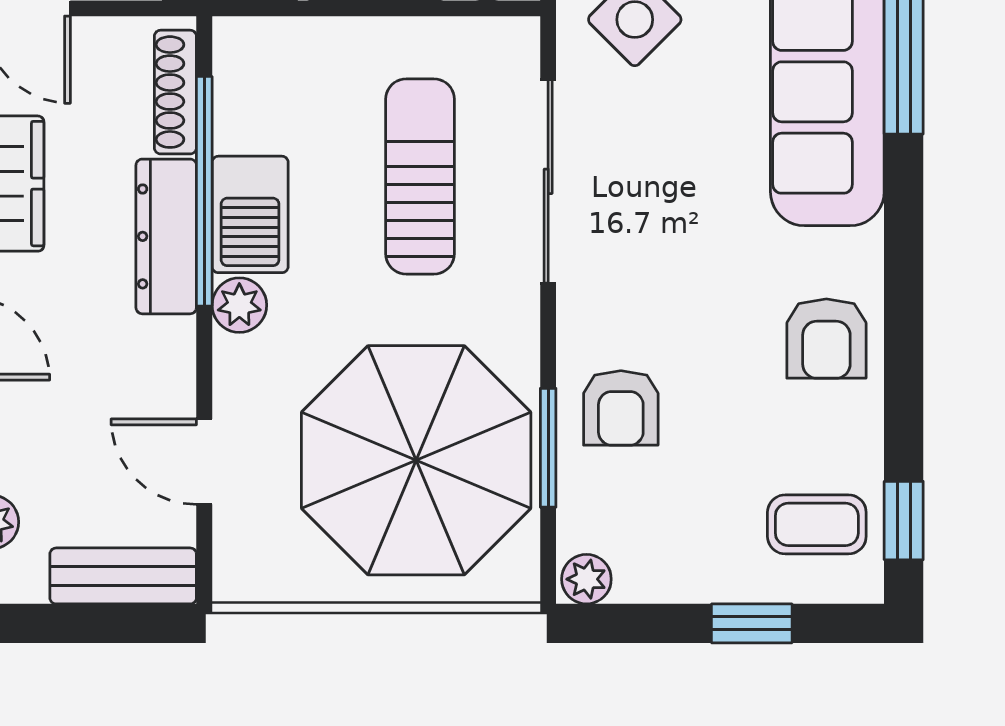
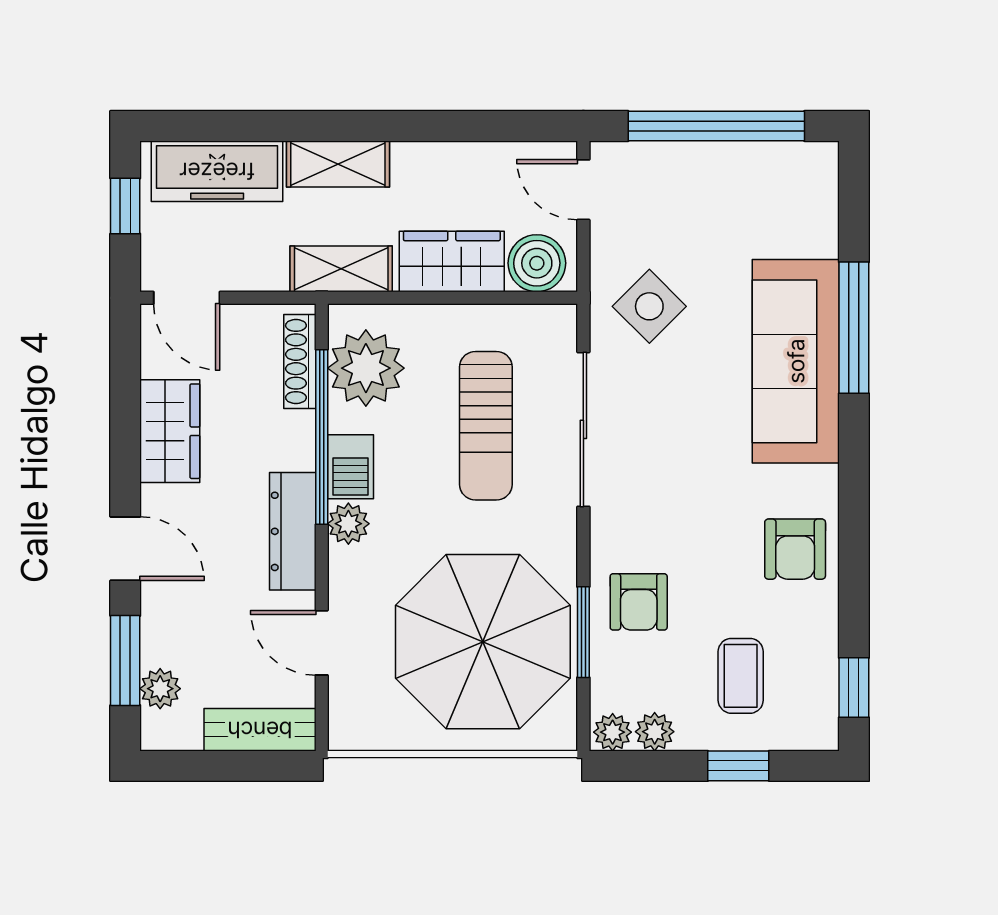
plant: (262, 101) -> (366, 368), added
sun lounger: (420, 176) -> (486, 426), turned 180
barbecue: (250, 214) -> (350, 467), width x0.73, depth x0.79
dresser: (166, 236) -> (293, 531), moved
coffee table: (817, 524) -> (741, 676), moved, turned 90
plant: (642, 579) -> (655, 732), added

